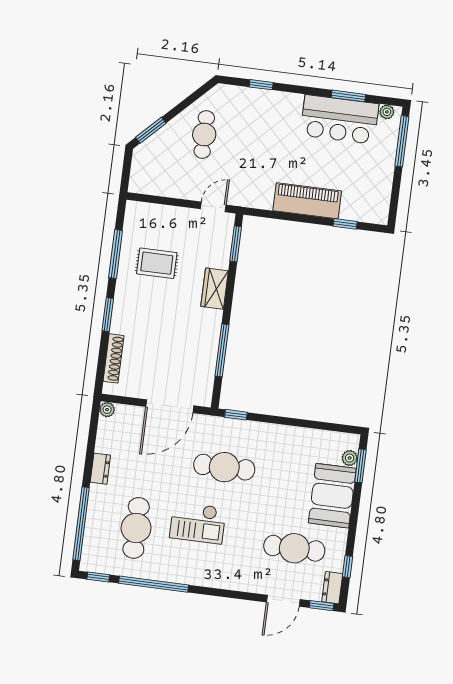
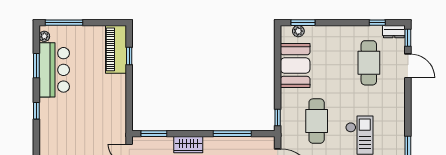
window: (261, 85) -> (36, 111), moved
piano: (307, 201) -> (116, 49), moved
booth: (332, 496) -> (295, 66), moved, turned 90

